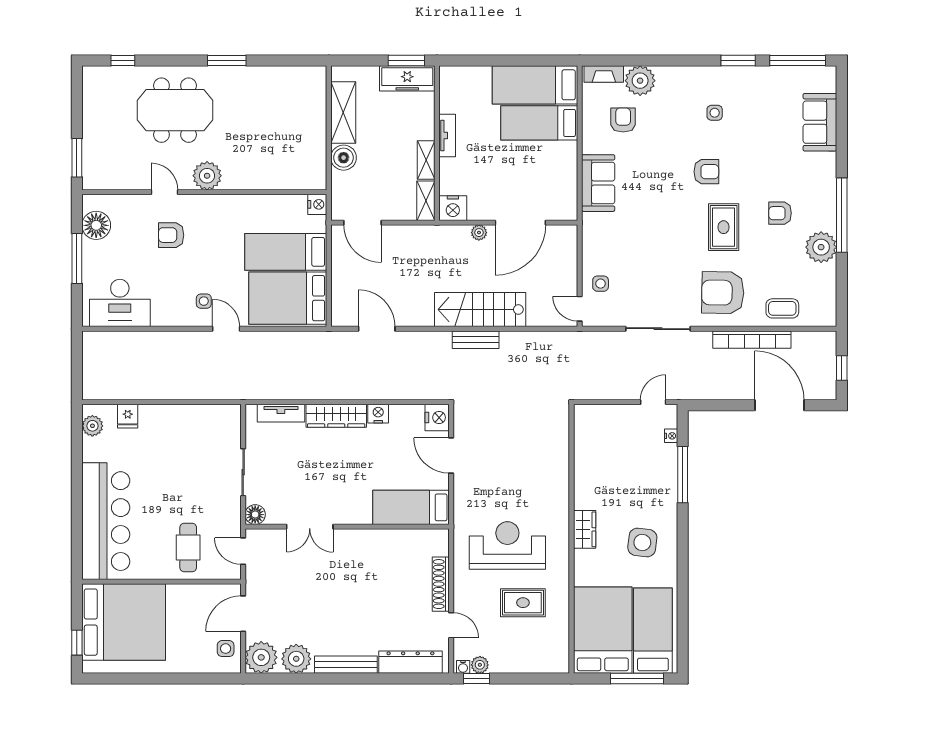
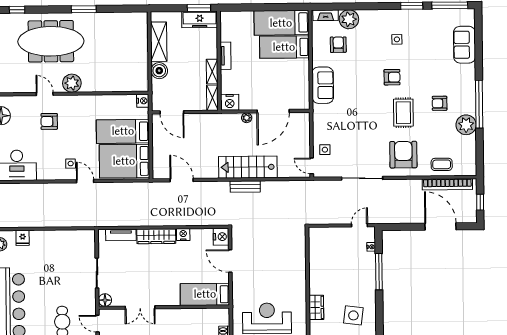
meeting table: (175, 110) -> (51, 41), width x1.36
armchair: (723, 293) -> (403, 155), turned 89
bookcase: (752, 340) -> (447, 184), moved

